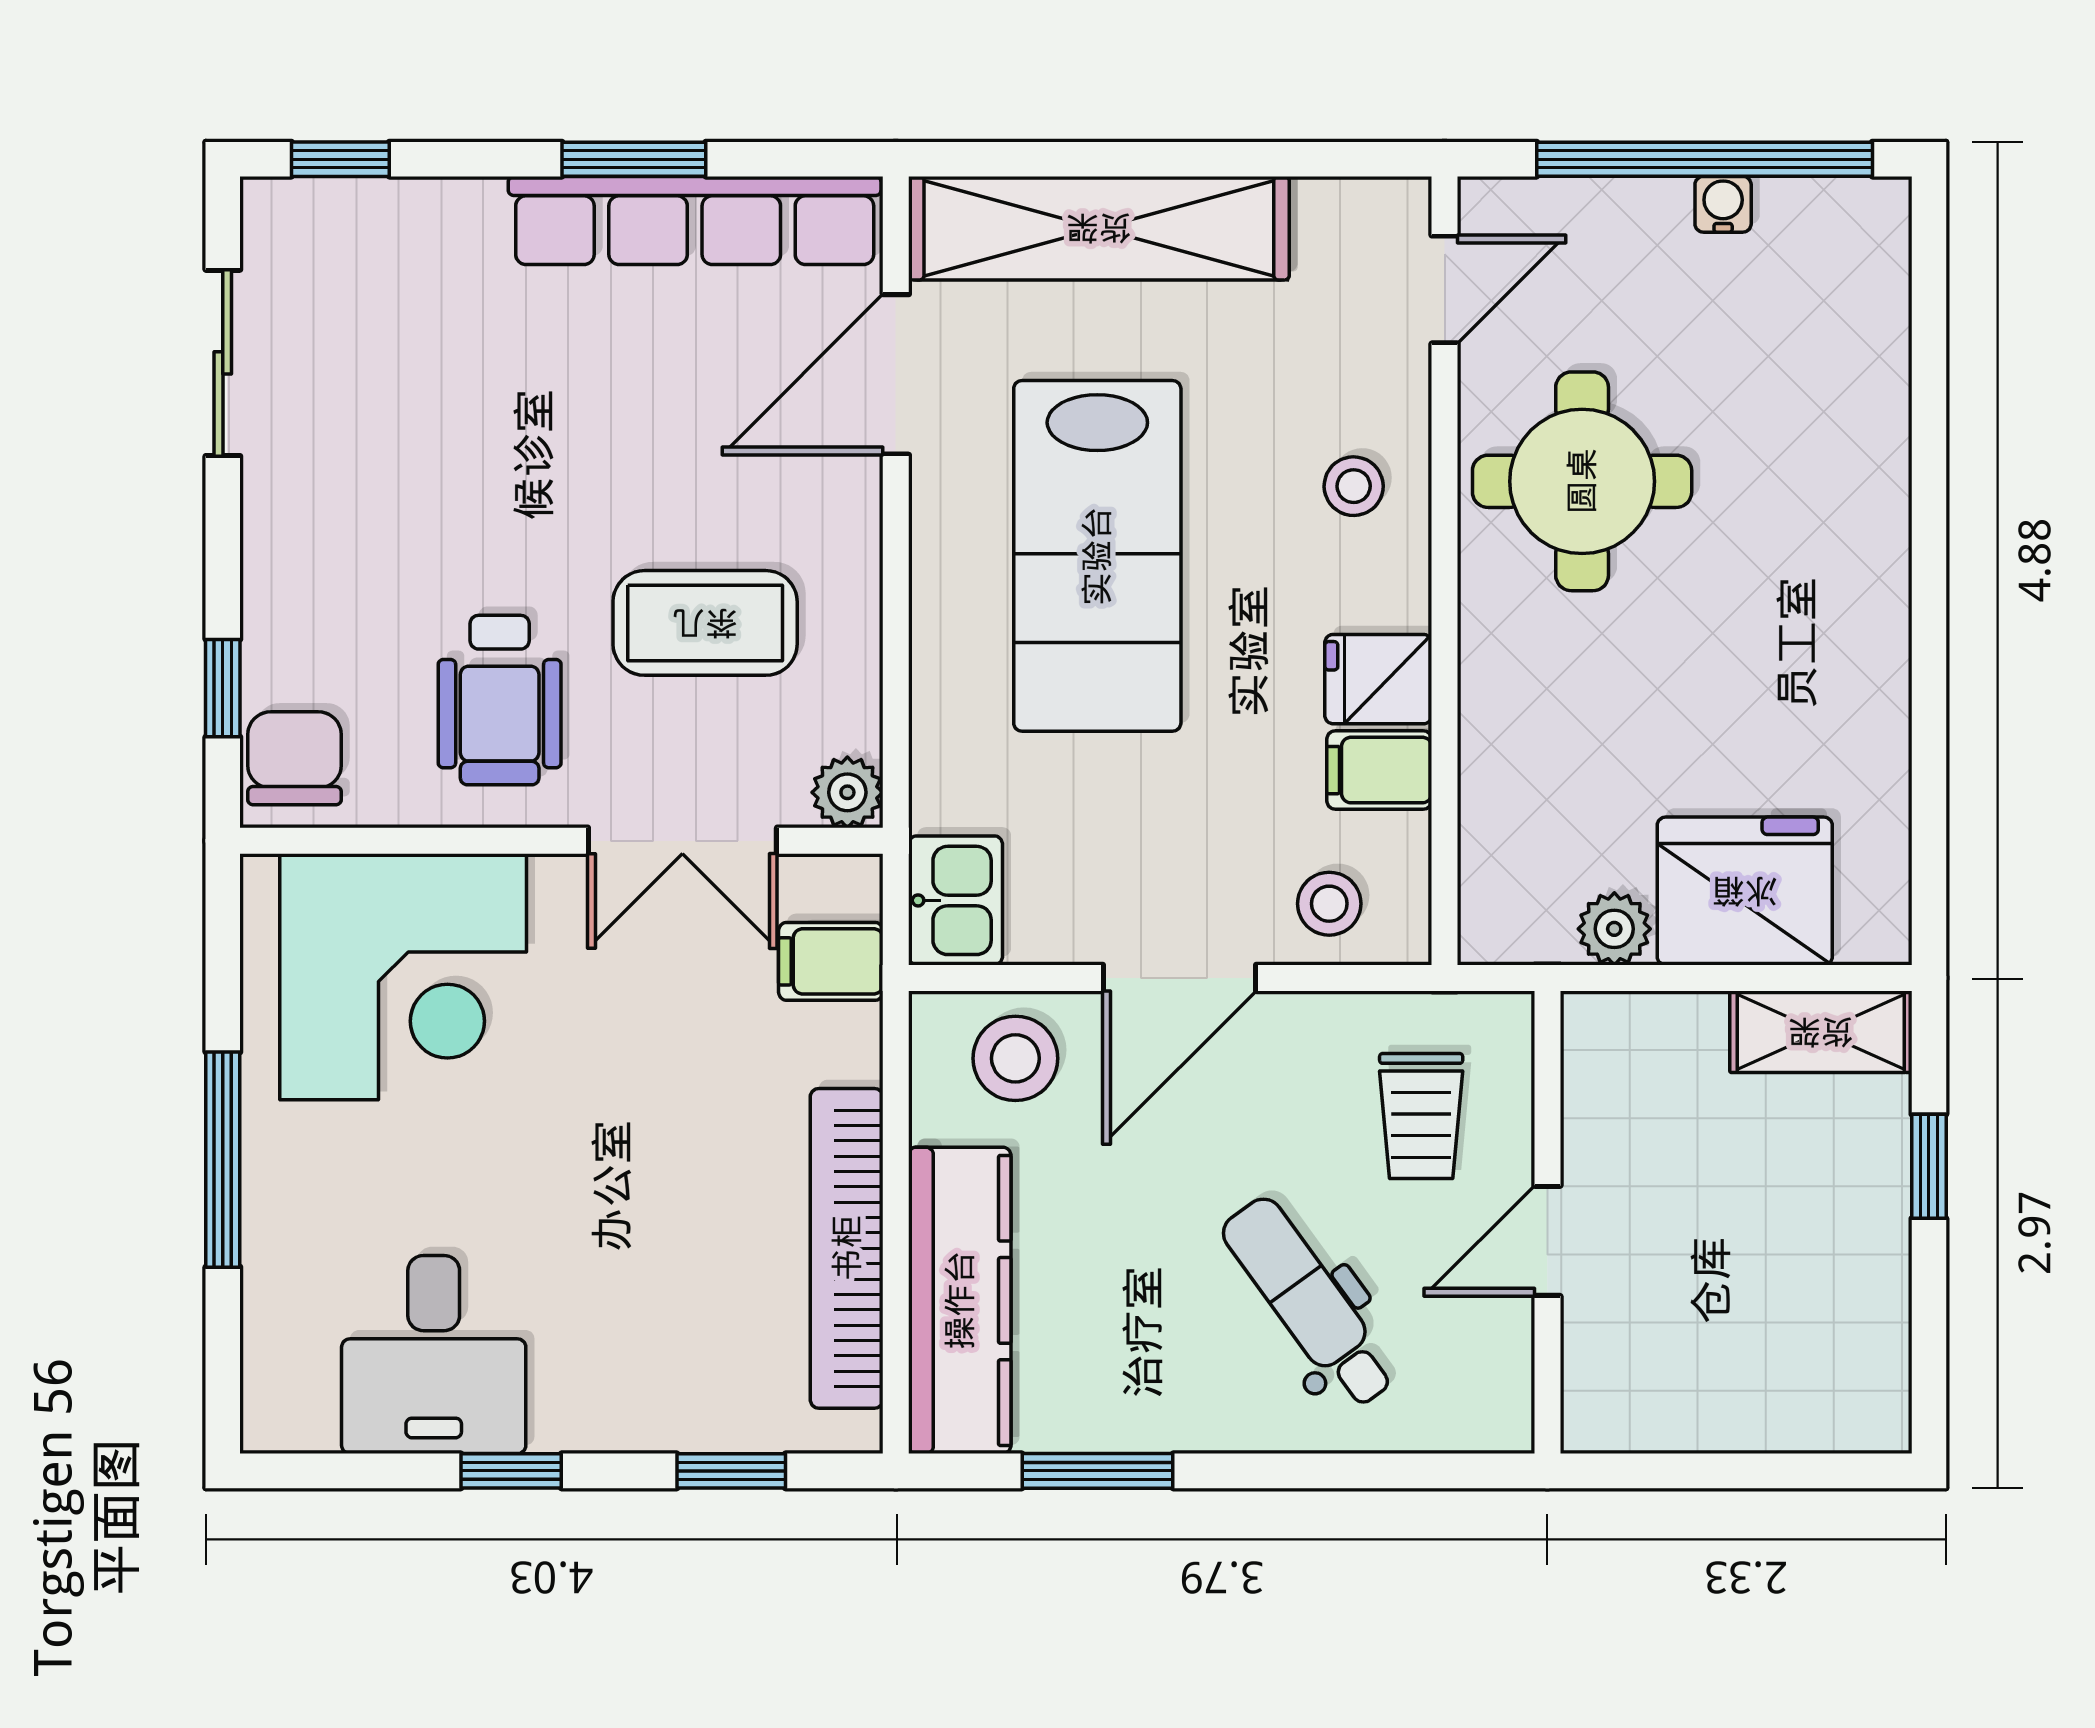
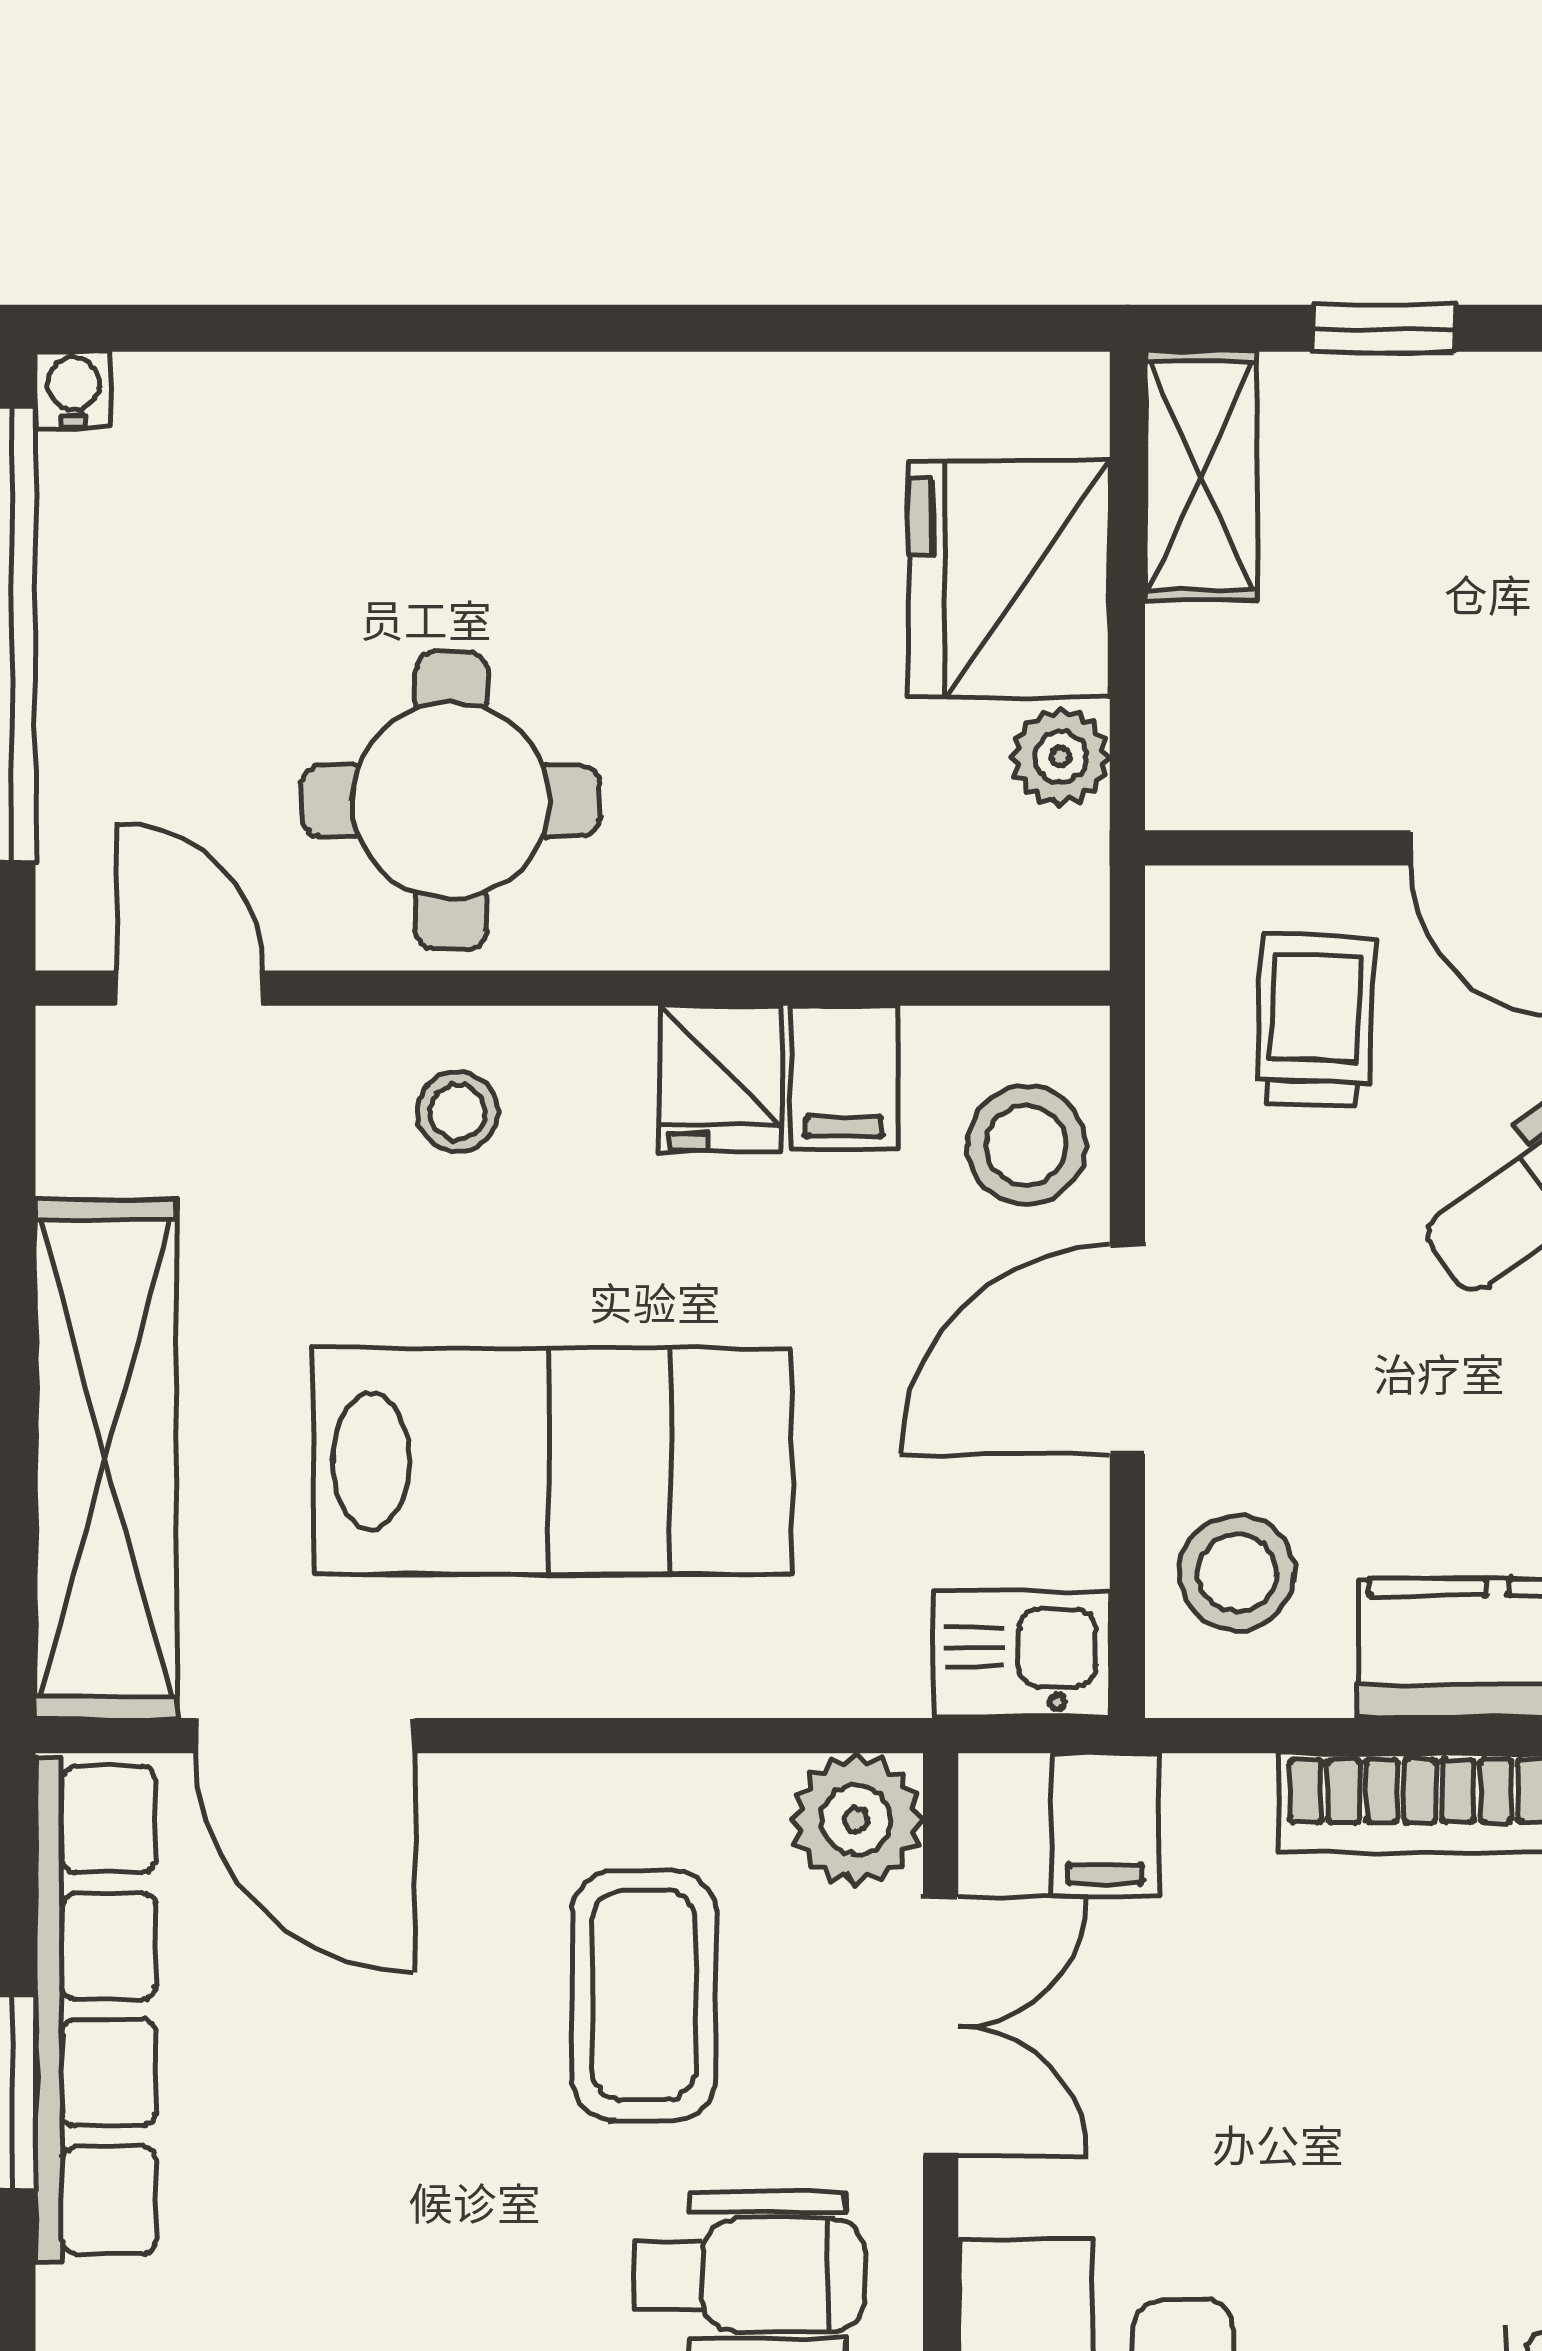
water cooler: (1723, 204) -> (73, 390), moved, turned 90
plant: (847, 792) -> (856, 1820), width x1.38, depth x1.38
stool: (1329, 904) -> (1026, 1145), width x1.37, depth x1.37
door: (1180, 978) -> (1127, 1349), swing flipped
trolley: (1421, 1116) -> (1316, 1020), turned -87

